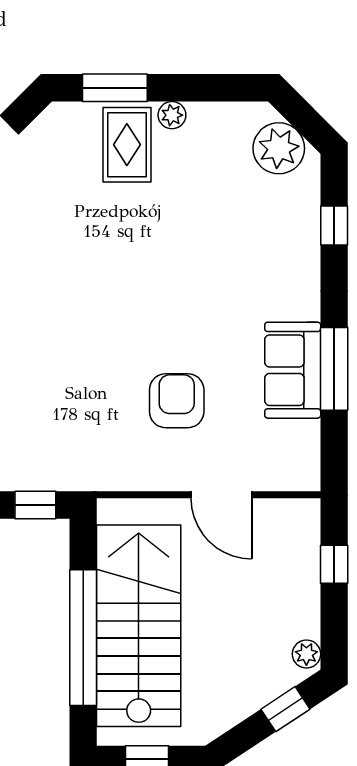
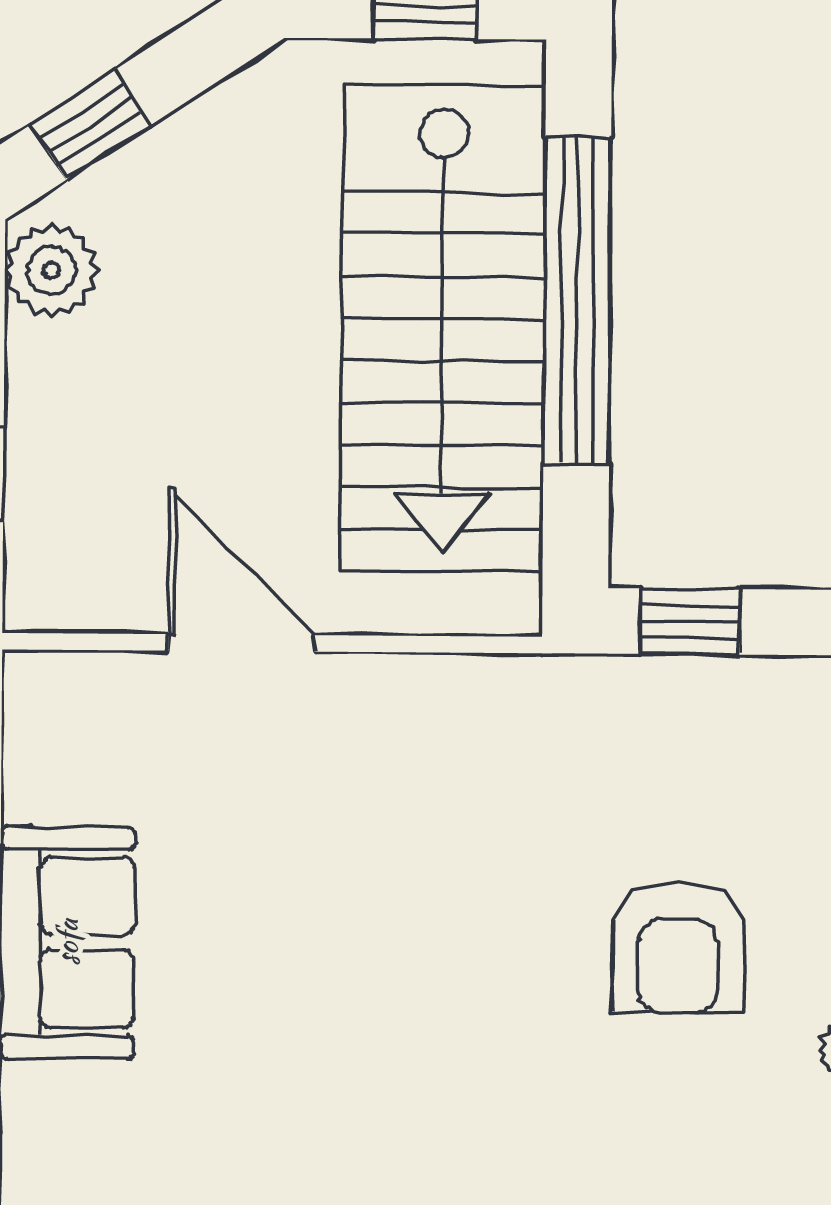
armchair: (177, 401) -> (678, 947), moved
plant: (306, 654) -> (51, 270), width x1.38, depth x1.38

